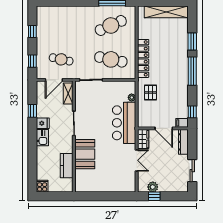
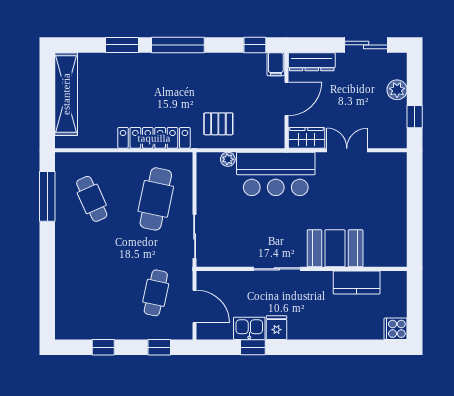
cafe table: (111, 25) -> (92, 199), width x0.73, depth x0.74
shelving: (68, 93) -> (220, 280), removed
kitchen sink: (42, 138) -> (249, 328), moved
plant: (153, 187) -> (397, 90), moved

